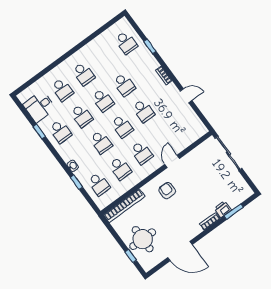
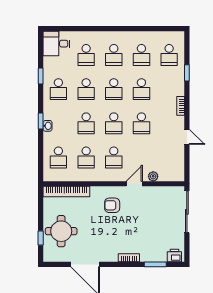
school desk: (105, 58) -> (141, 55), added
desk: (40, 106) -> (56, 44), moved
plant: (182, 145) -> (153, 176), added
window: (76, 182) -> (41, 121), moved
armchair: (167, 191) -> (112, 205), turned -90
printer: (223, 209) -> (174, 256), moved

